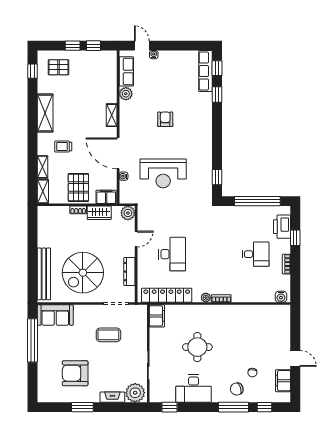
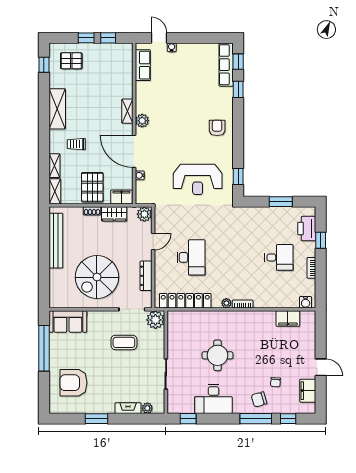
plant: (126, 94) -> (142, 121), moved
armchair: (165, 119) -> (217, 128), moved
reception desk: (163, 173) -> (198, 179), moved
window: (257, 201) -> (281, 202), width x0.47
bench: (44, 274) -> (56, 241), moved
plant: (138, 313) -> (155, 320), added
filing cabinet: (157, 316) -> (288, 319), moved, turned 90
armchair: (75, 373) -> (73, 383), moved
plant: (135, 393) -> (147, 408), width x0.53, depth x0.53

